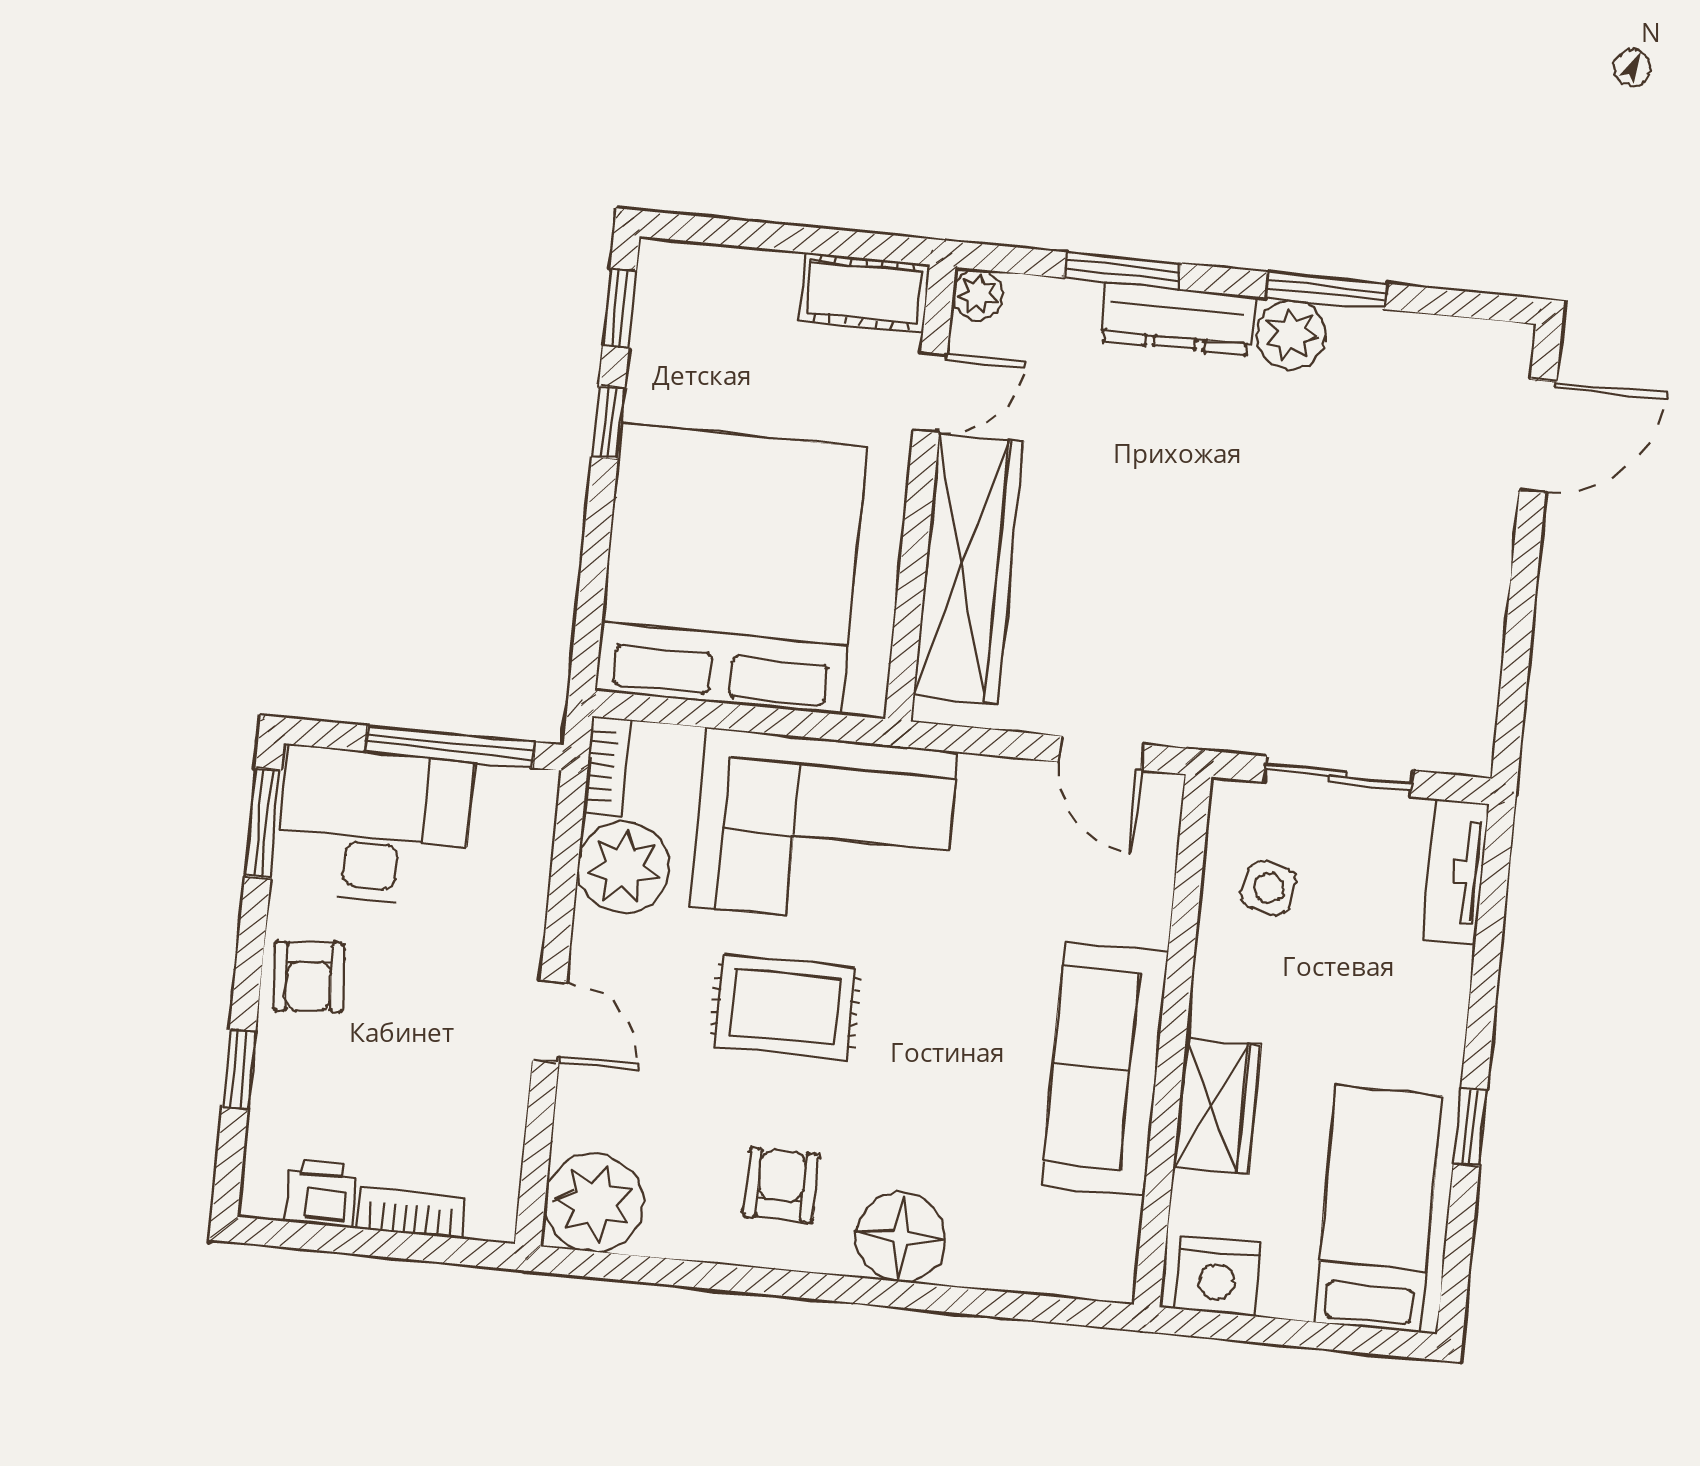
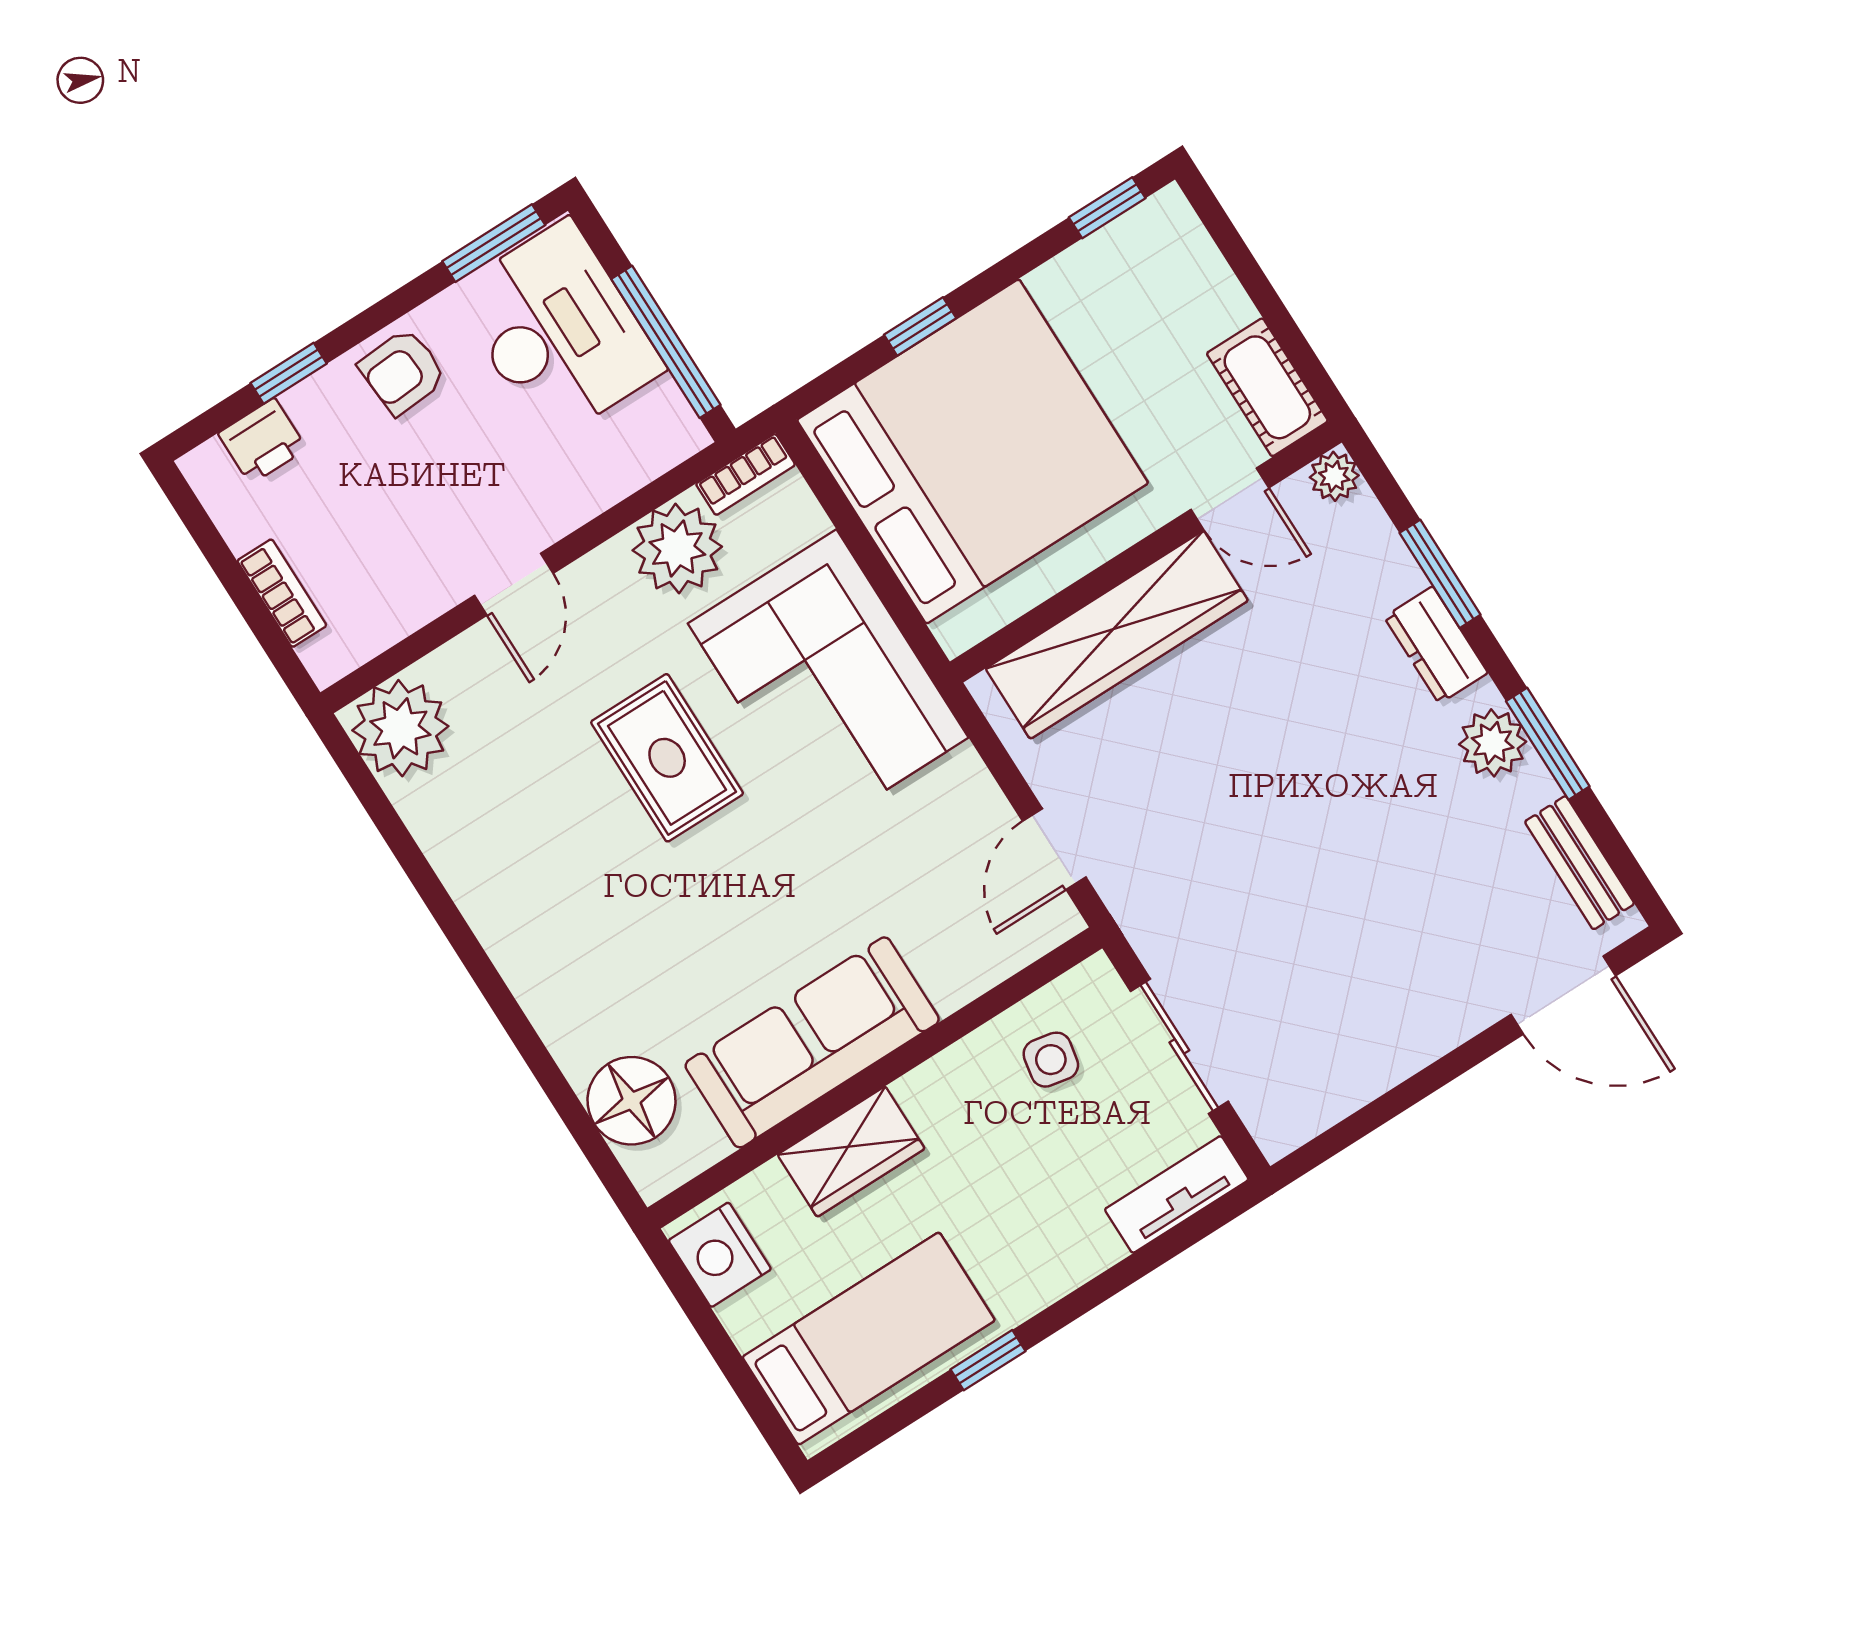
dresser: (1177, 318) -> (1436, 645), width x0.70
bench: (1442, 340) -> (1580, 863), added
window: (608, 422) -> (920, 326), moved
armchair: (781, 1185) -> (527, 862), removed
printer: (320, 1193) -> (262, 441), moved, turned 90
floor lamp: (901, 1237) -> (632, 1101), moved

